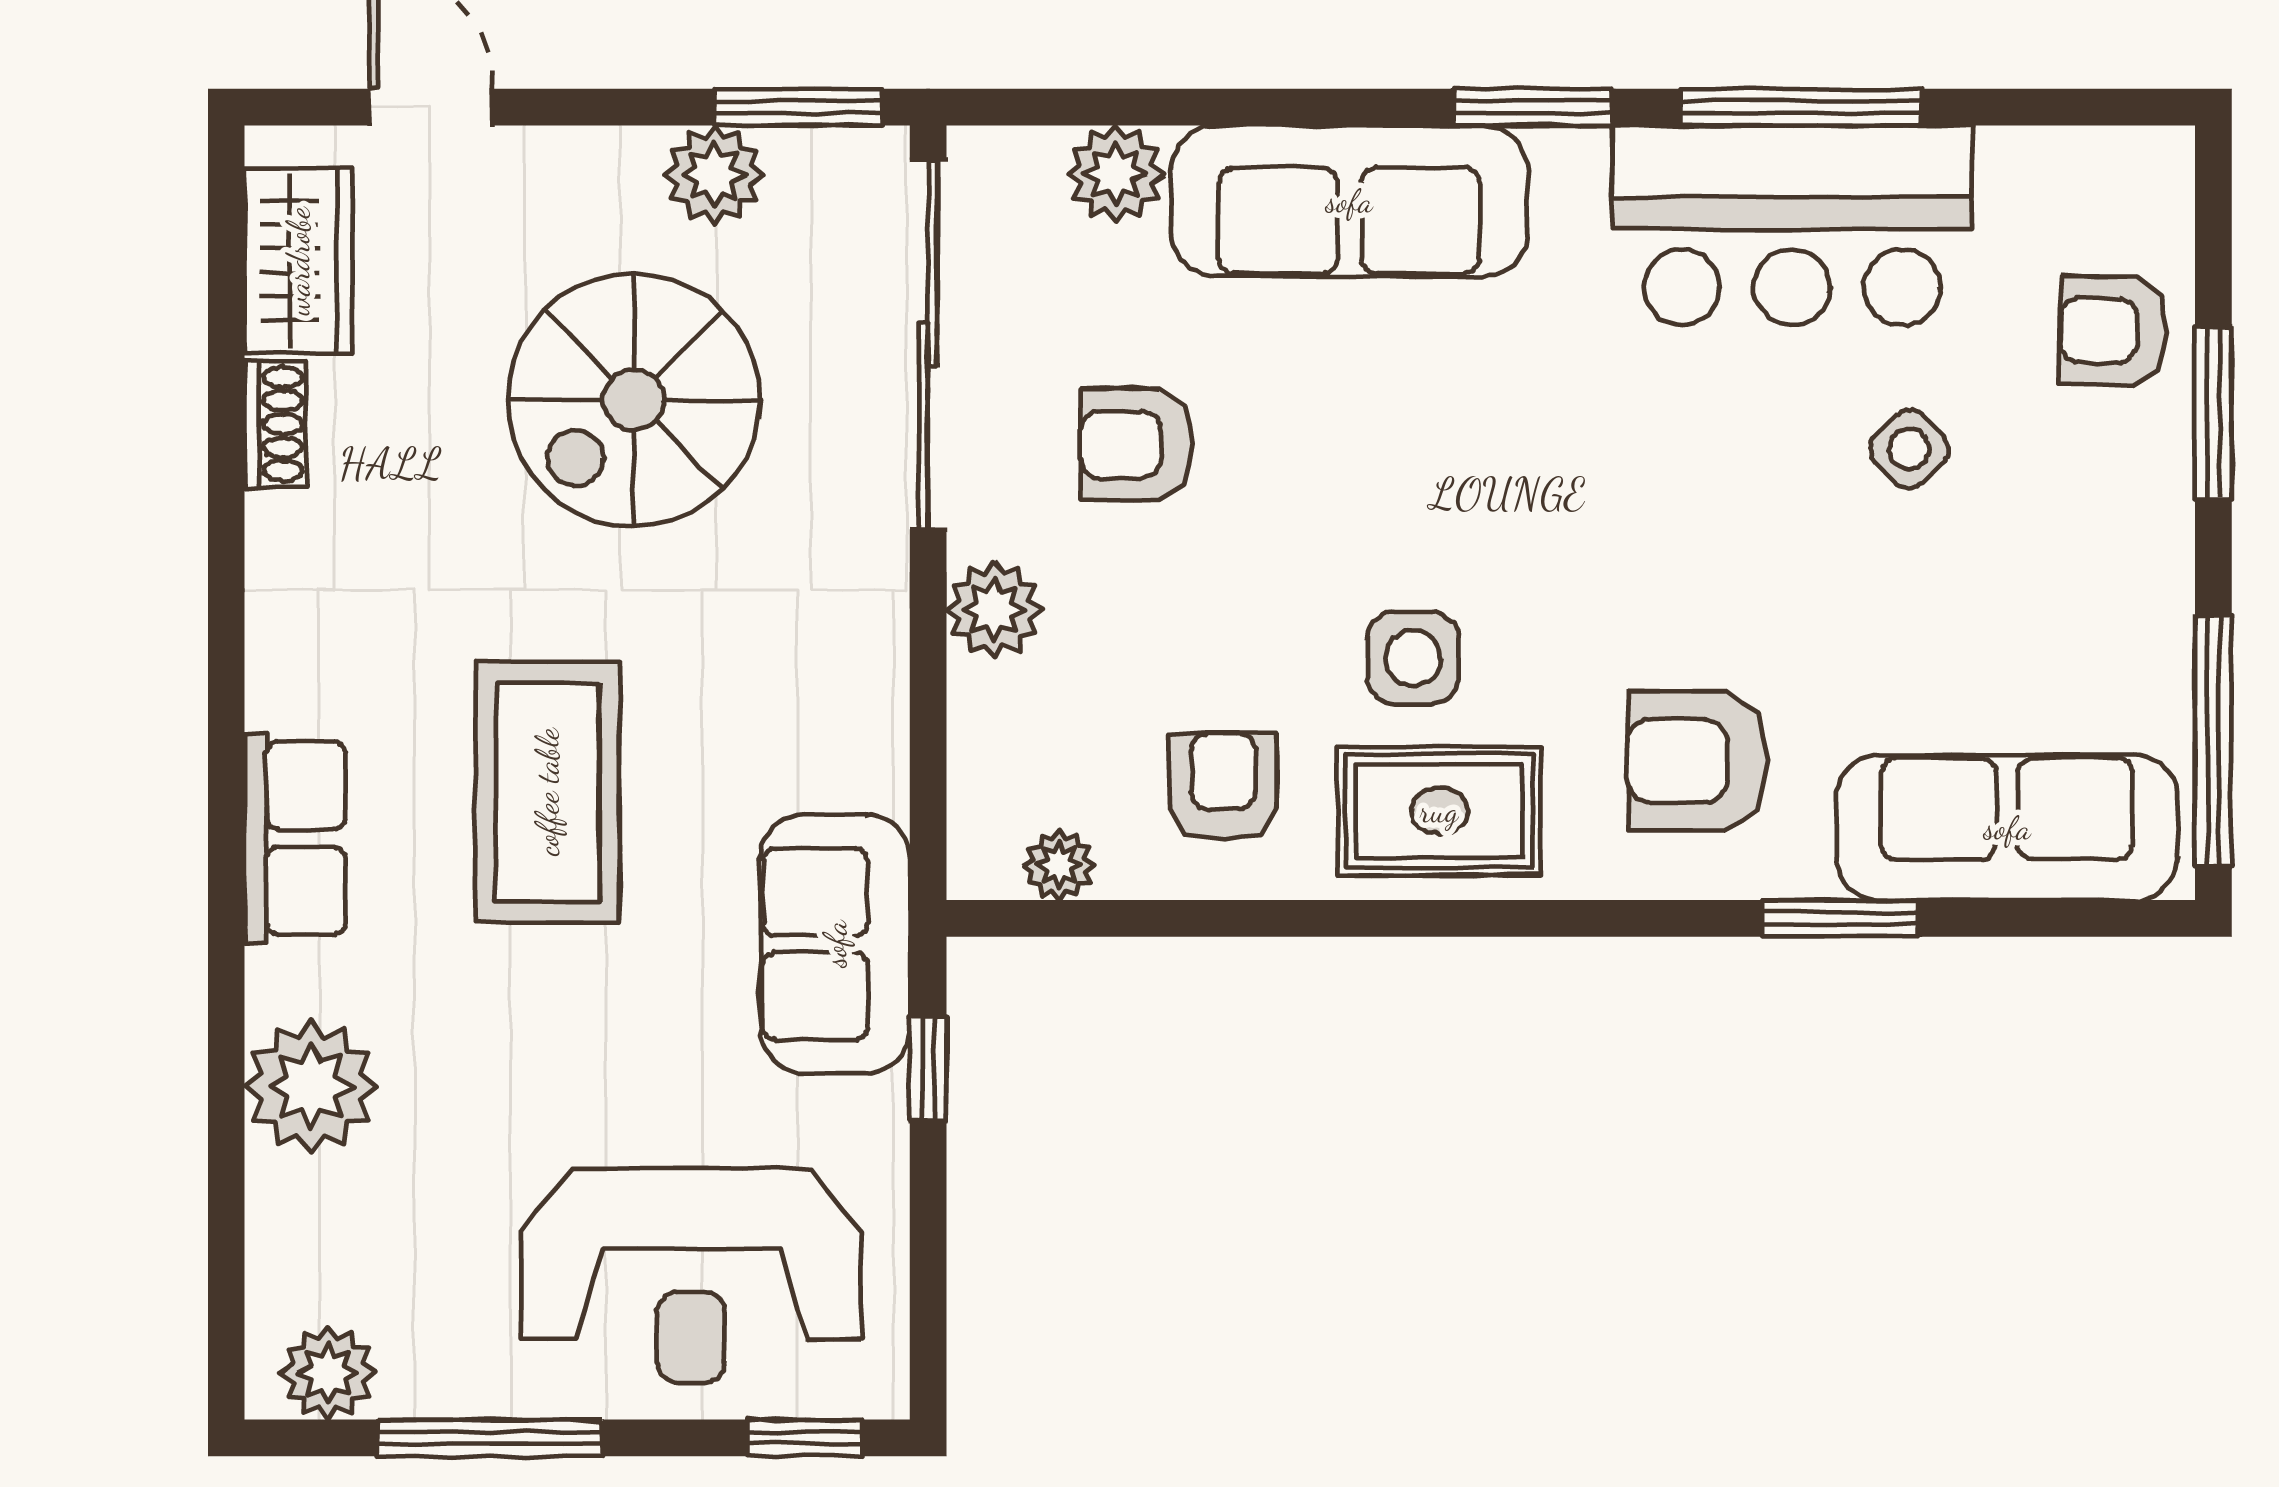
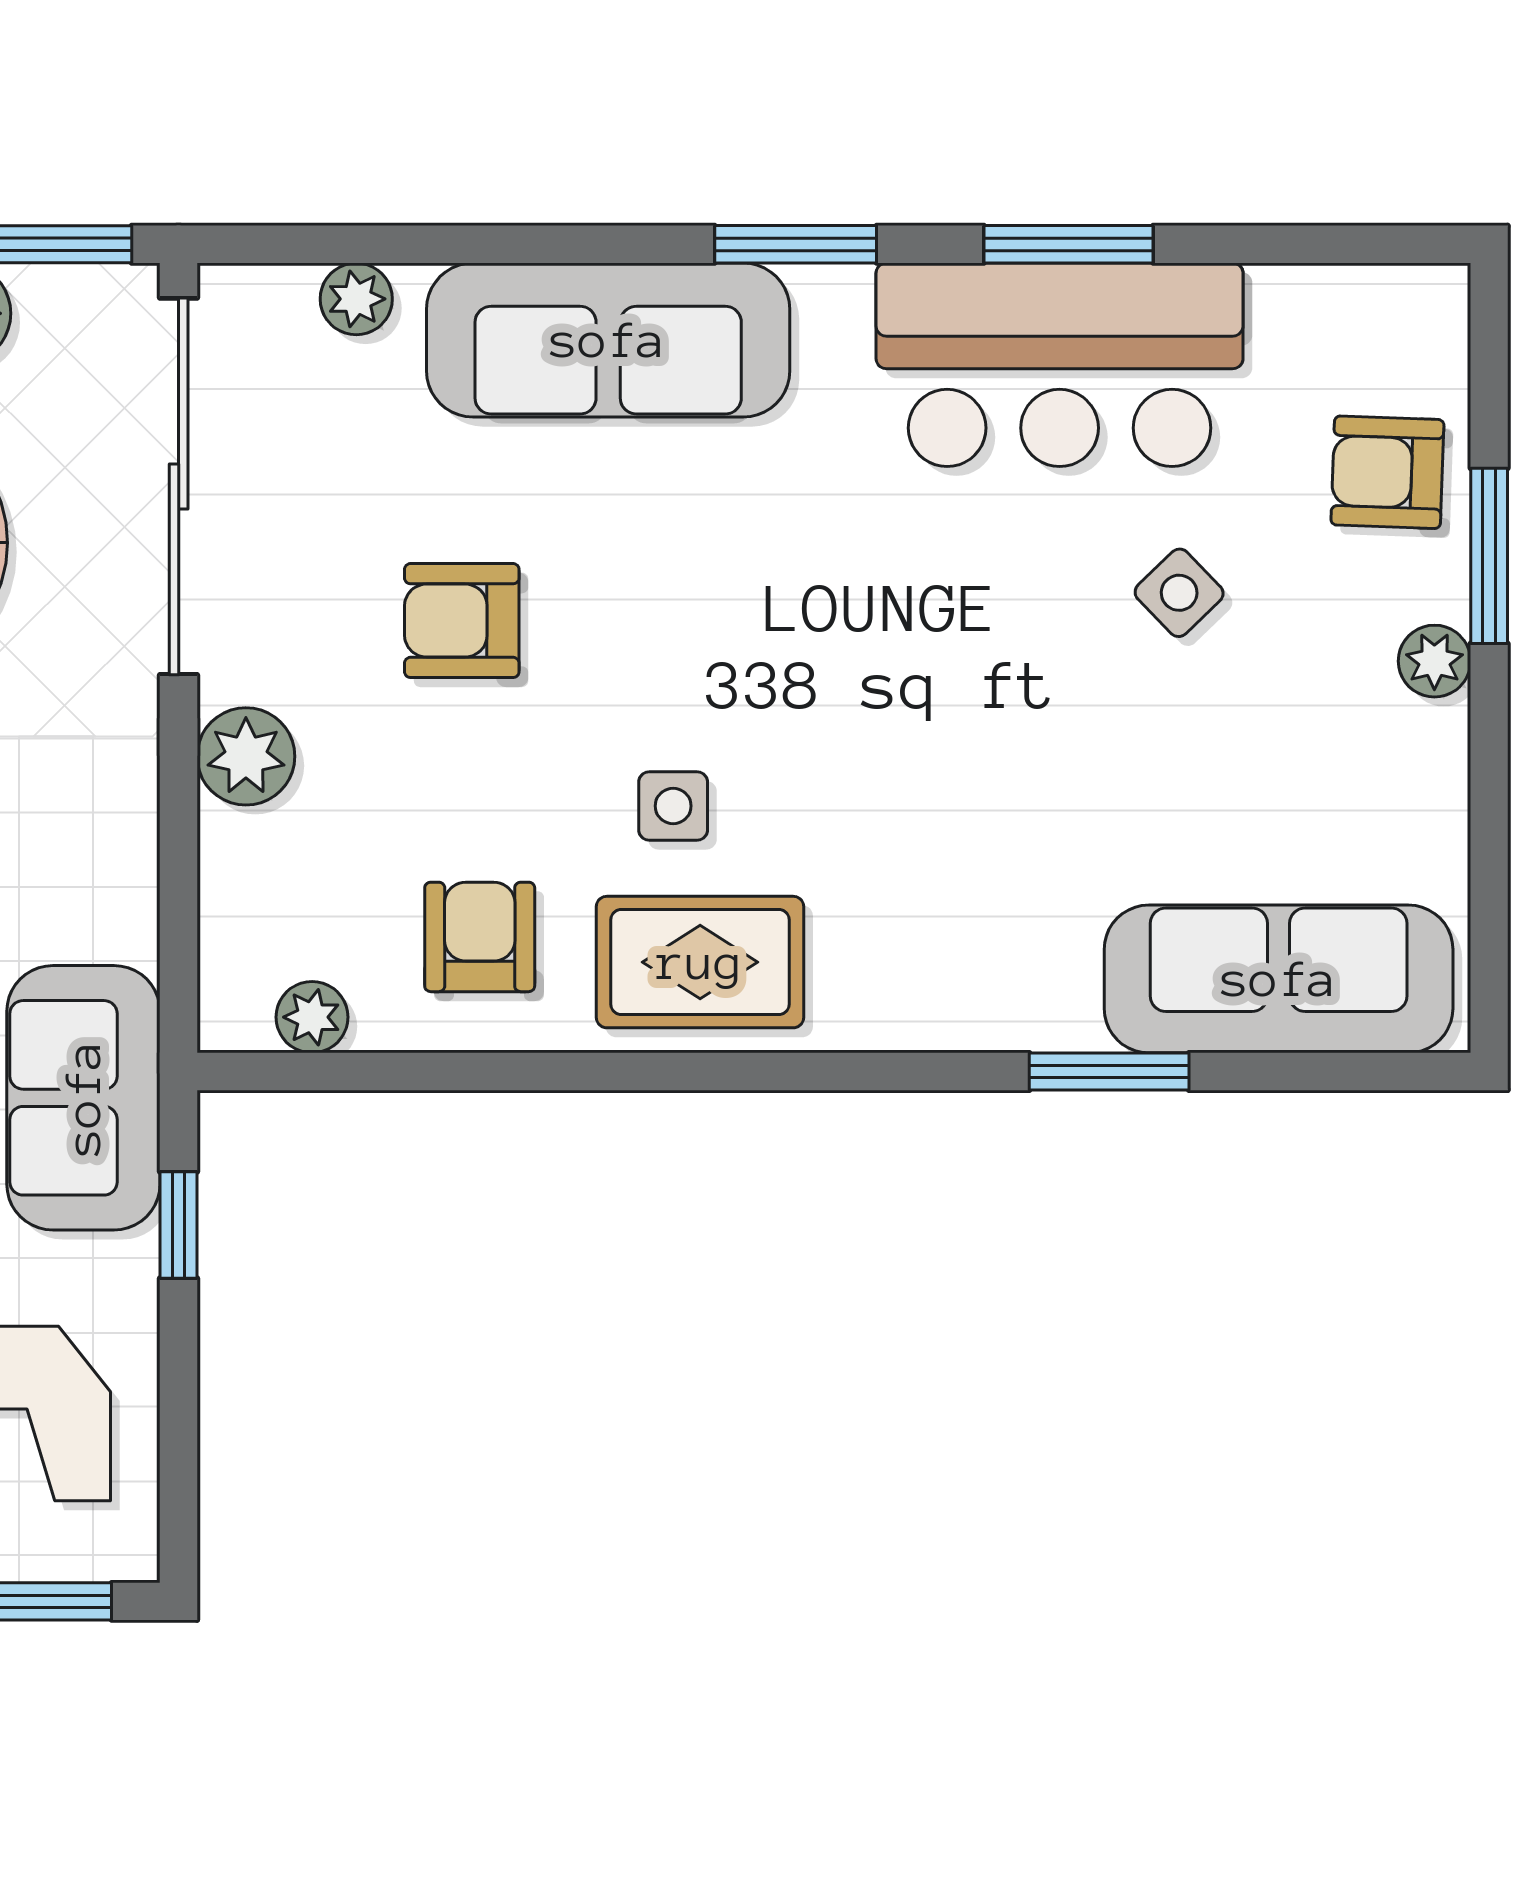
window: (1801, 107) -> (1068, 244), width x0.69
plant: (1116, 174) -> (356, 299), width x0.73, depth x0.73
armchair: (1137, 445) -> (462, 621), moved
plant: (2160, 516) -> (1434, 661), added
side table: (1413, 658) -> (673, 806), width x0.73, depth x0.73
window: (2213, 741) -> (1489, 891), removed
armchair: (1697, 761) -> (963, 911), removed

